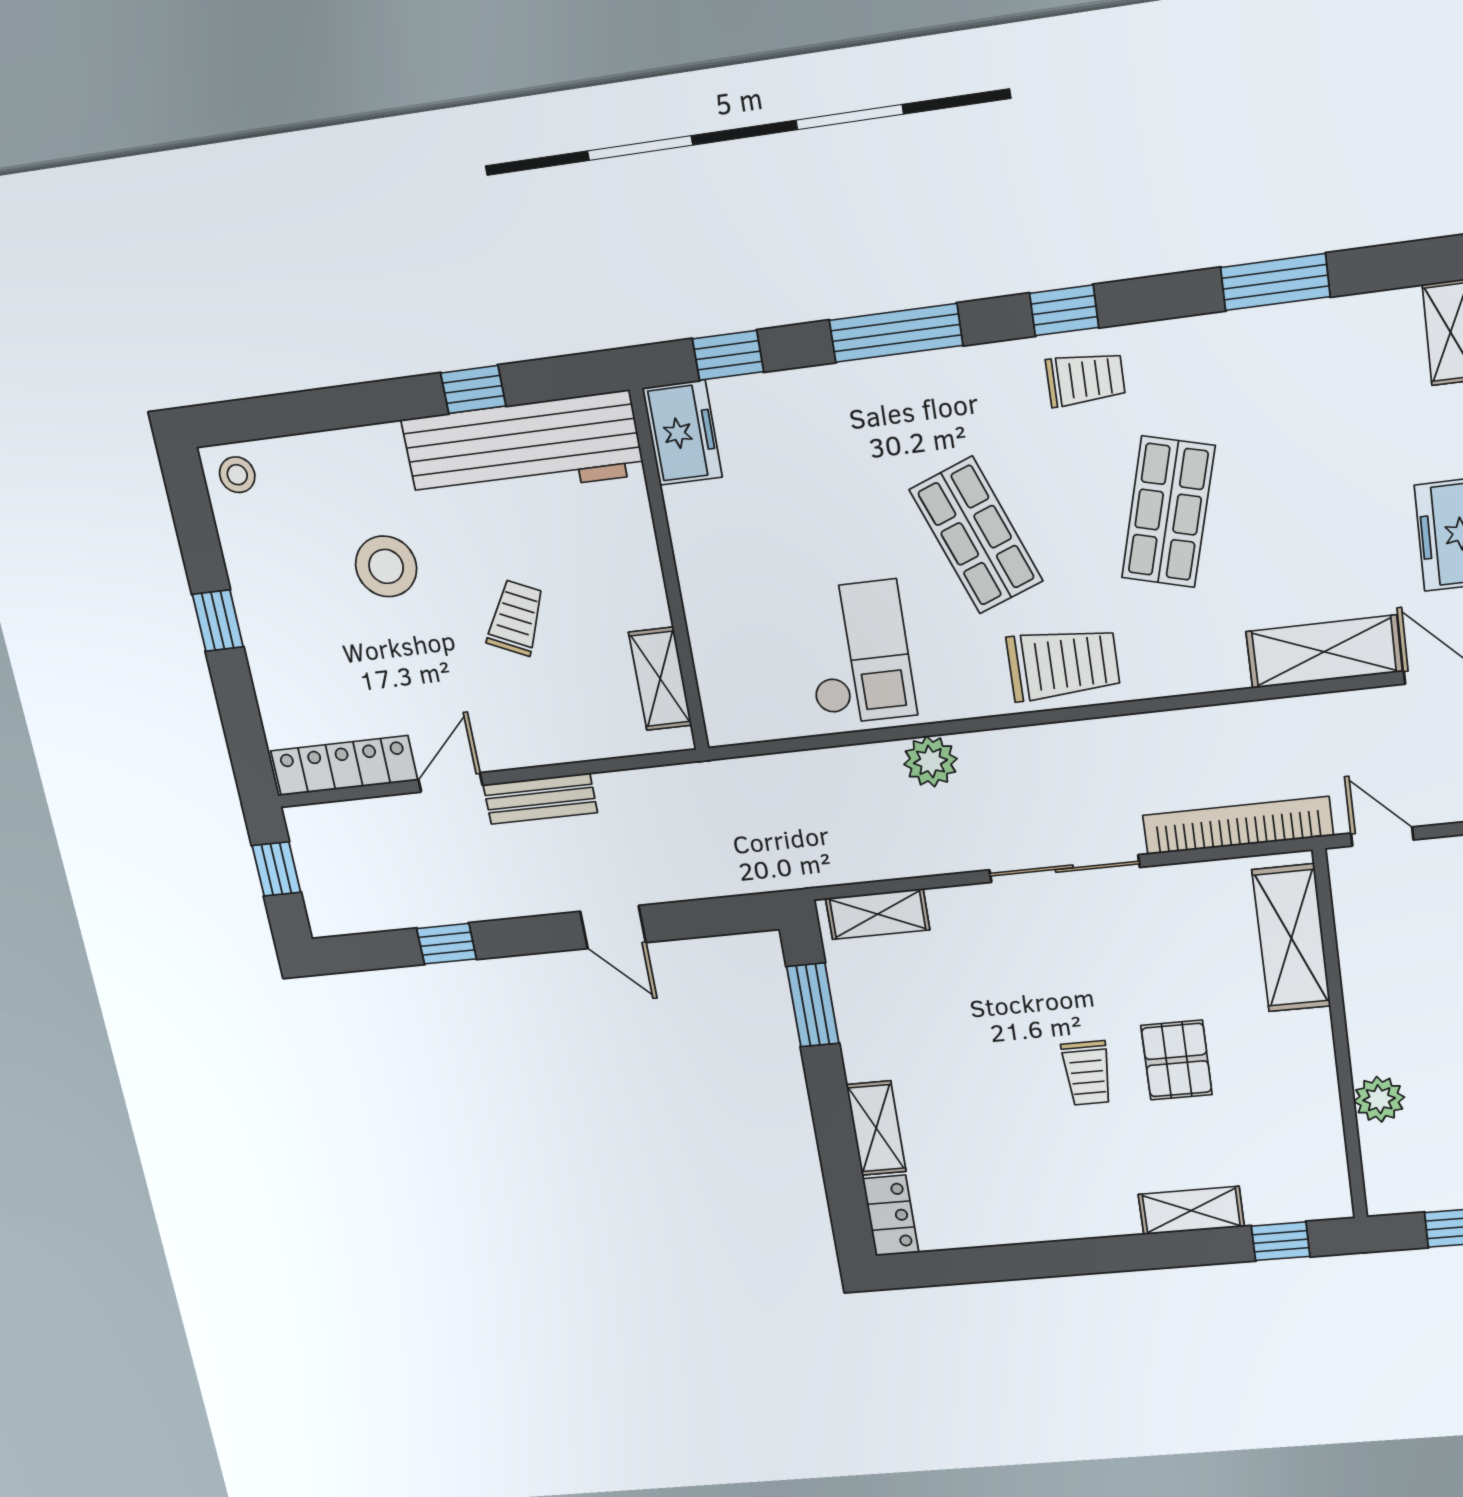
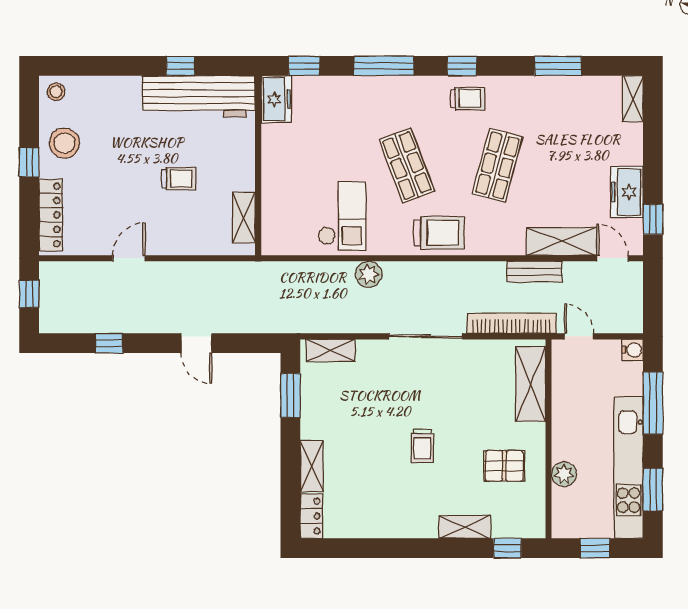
stool: (386, 566) -> (64, 143), moved
trolley: (516, 618) -> (179, 179), turned 65
locker: (344, 766) -> (51, 215), moved, turned 90
bench: (540, 799) -> (534, 272), moved
pallet: (1177, 1060) -> (504, 466), moved, turned 90

